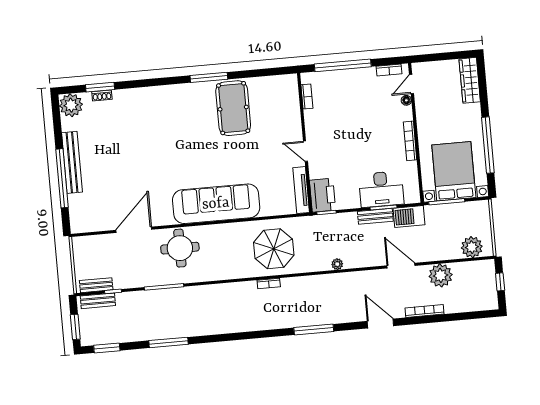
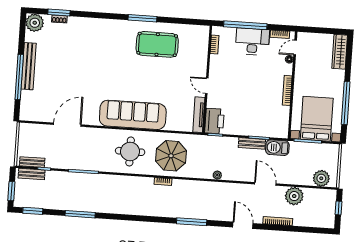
pool table: (233, 108) -> (157, 44), turned 90
desk: (381, 189) -> (252, 42), moved, turned 180
round table: (180, 248) -> (130, 151), moved

